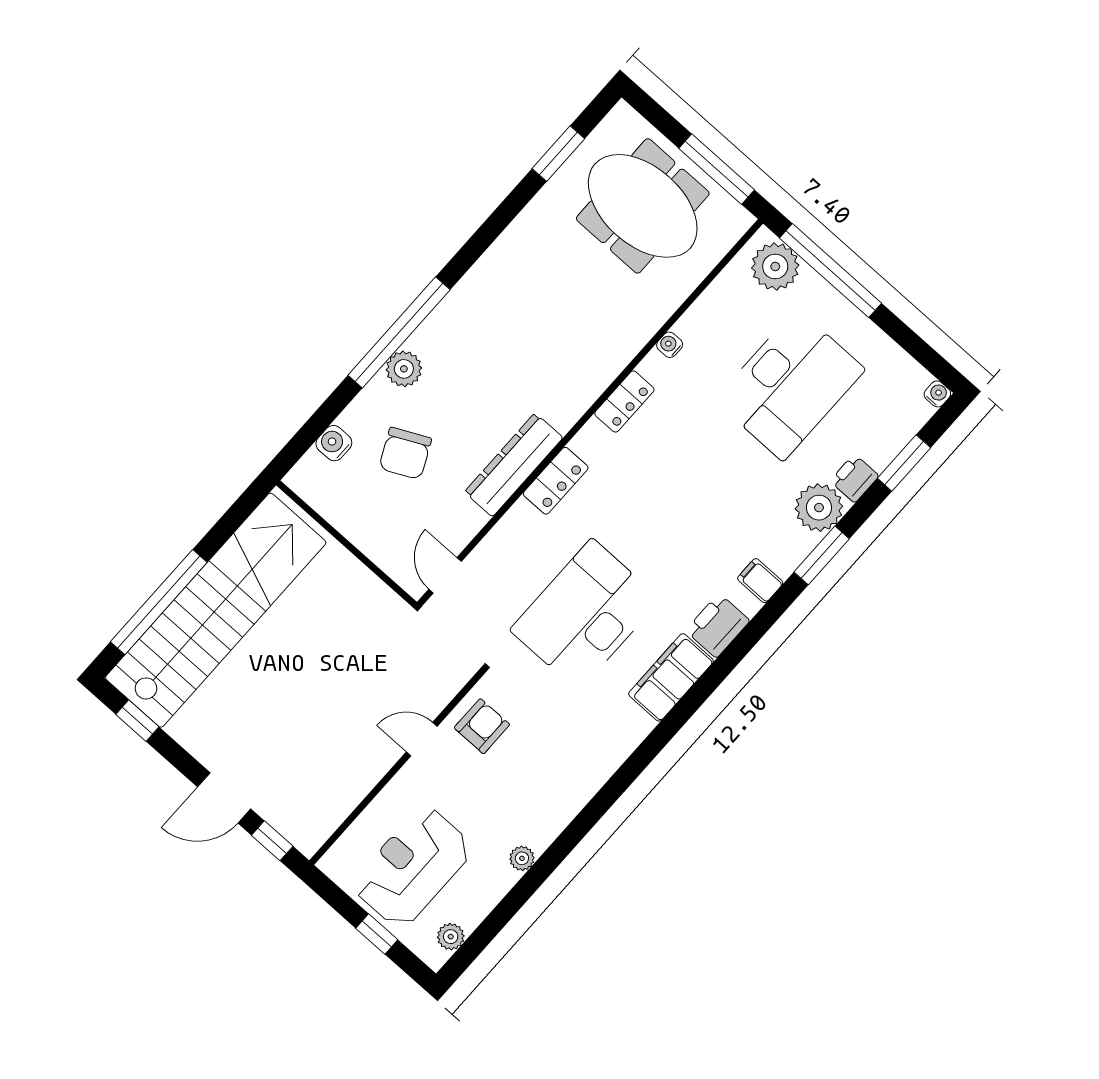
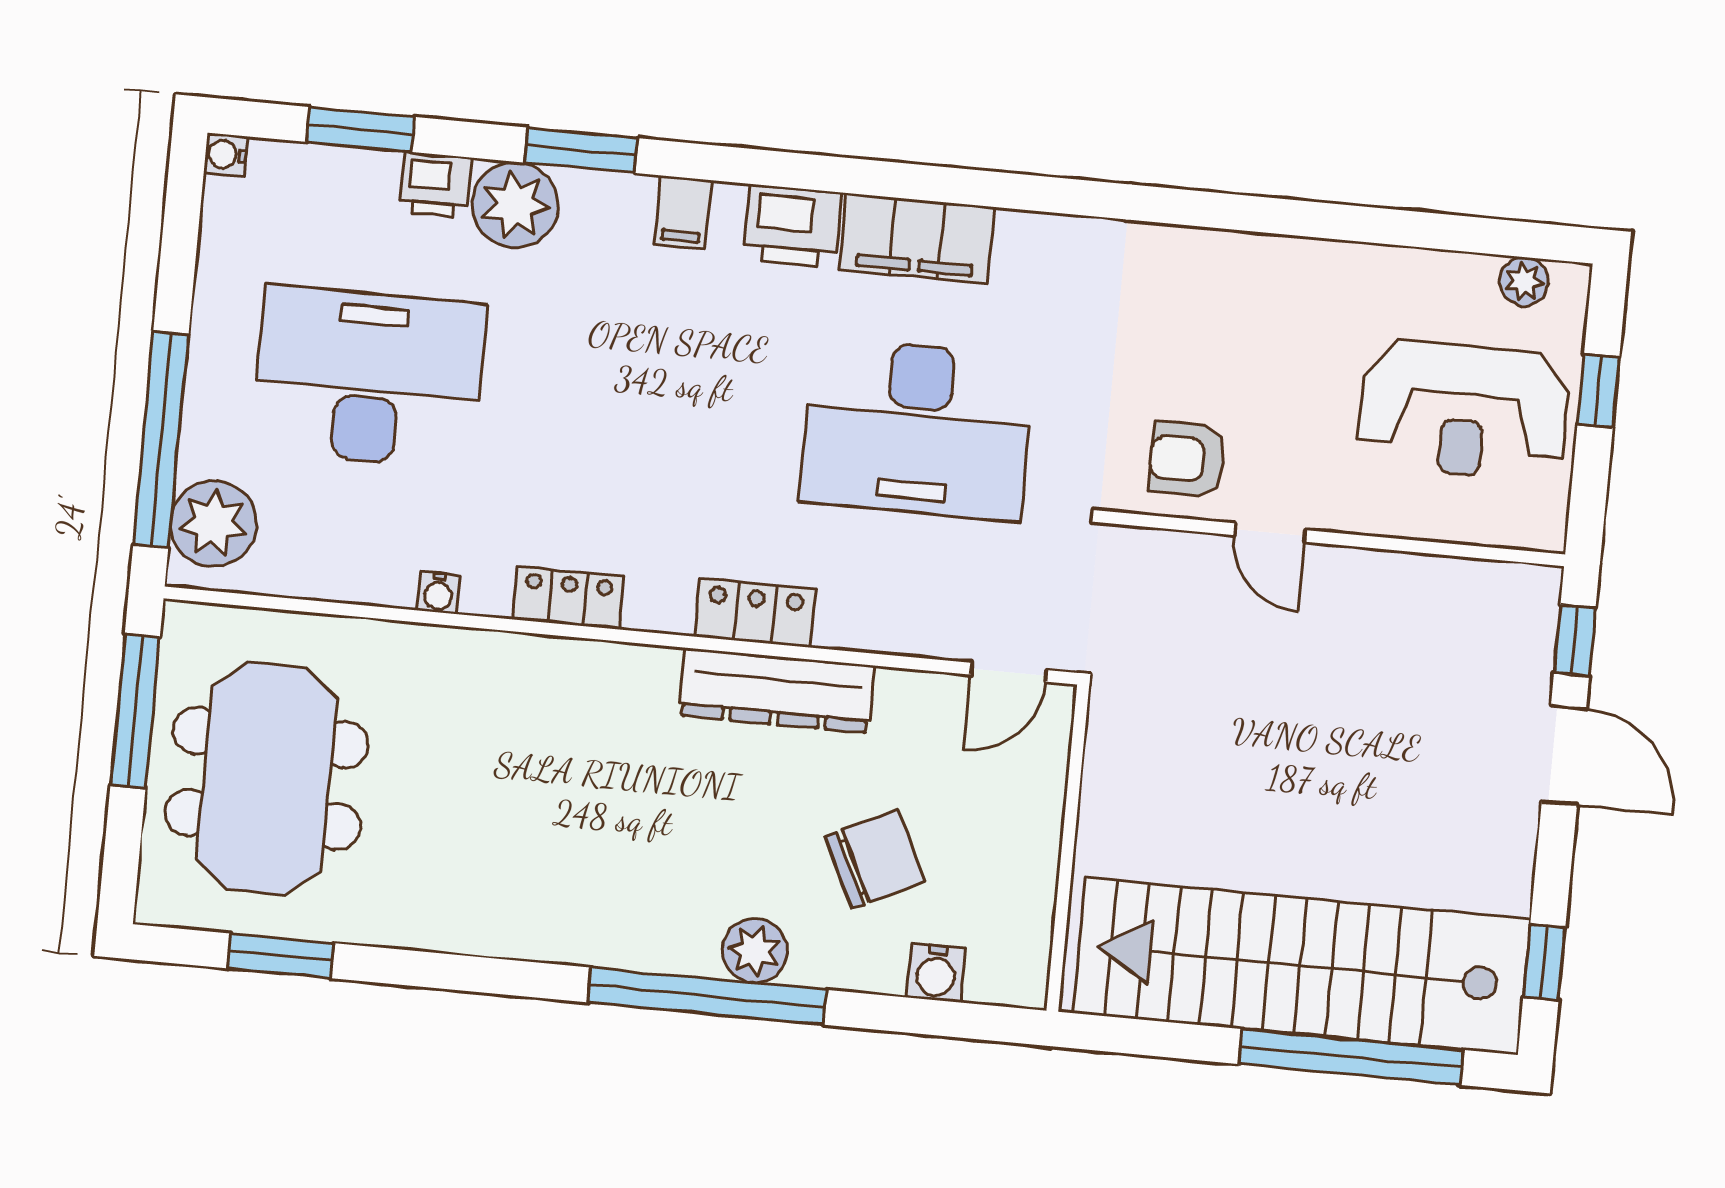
plant: (522, 858) -> (1335, 262), removed

